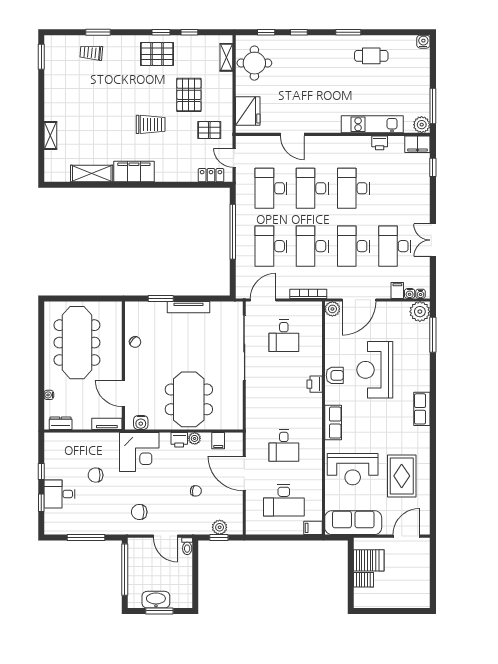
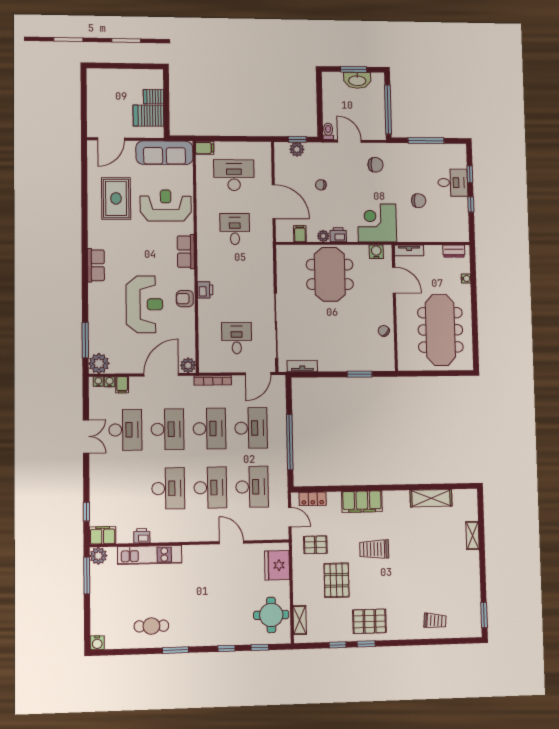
window: (98, 32) -> (429, 642), removed
filing cabinet: (134, 171) -> (362, 502), moved
tv unit: (189, 307) -> (302, 366), moved, width x0.71

